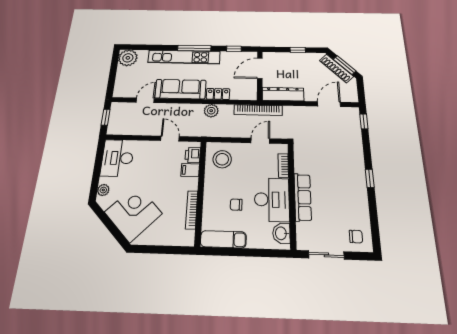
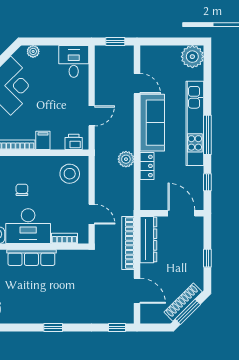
bookcase: (258, 110) -> (128, 243), moved
desk: (117, 158) -> (74, 61), width x0.73
filing cabinet: (190, 170) -> (43, 140), moved

